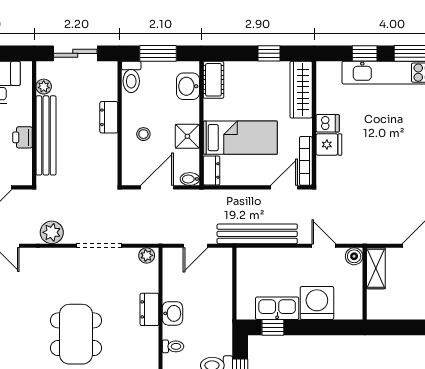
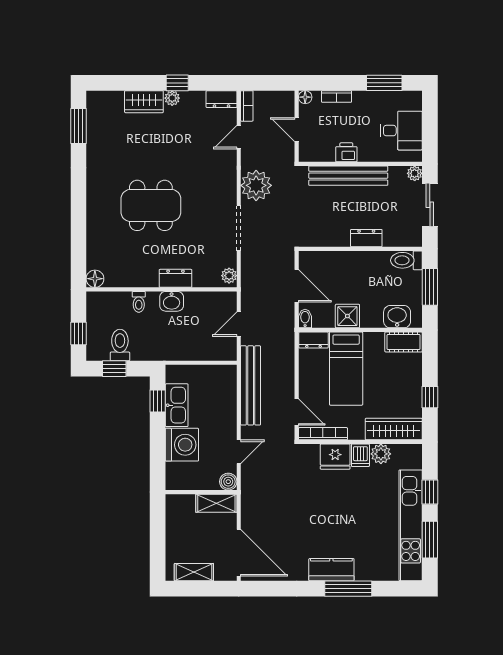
plant: (44, 87) -> (415, 173), moved
plant: (326, 103) -> (381, 454), added
stool: (143, 134) -> (350, 272), removed
fridge: (329, 144) -> (335, 457), width x1.38
plant: (52, 232) -> (256, 185), width x1.36, depth x1.36
door: (195, 246) -> (239, 324), hinge flipped

